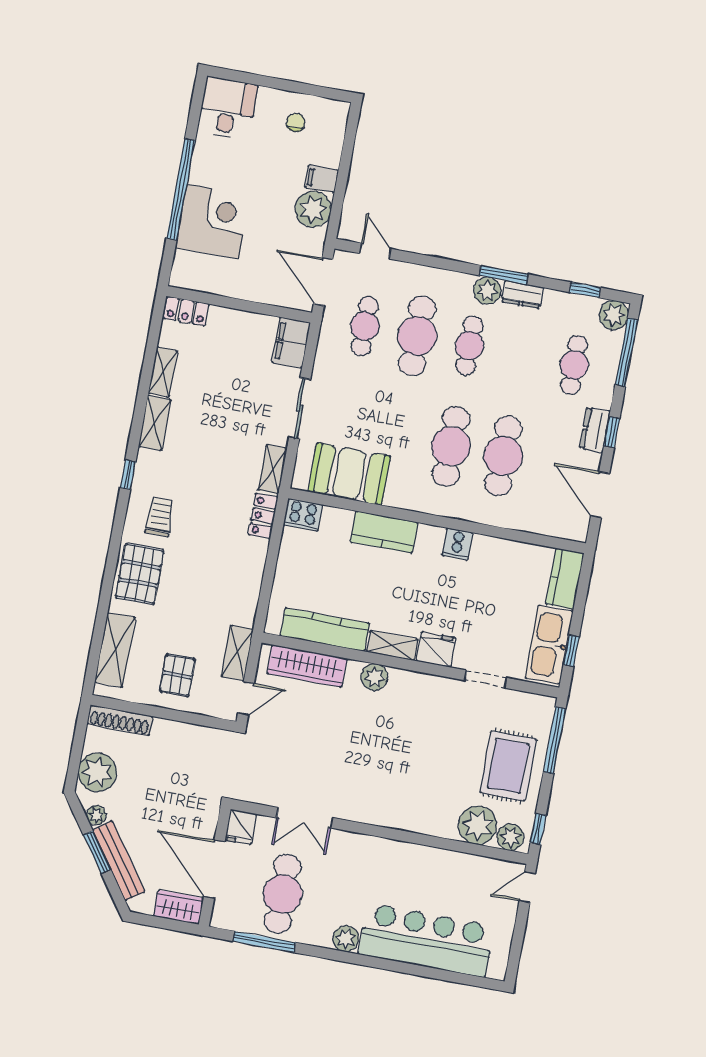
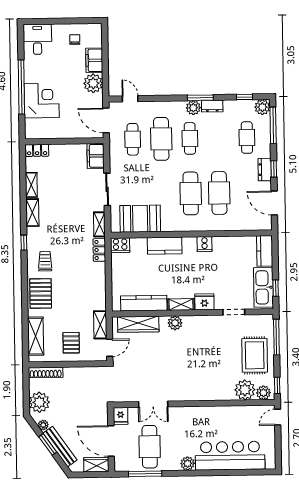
filing cabinet: (322, 179) -> (94, 60), width x2.00

